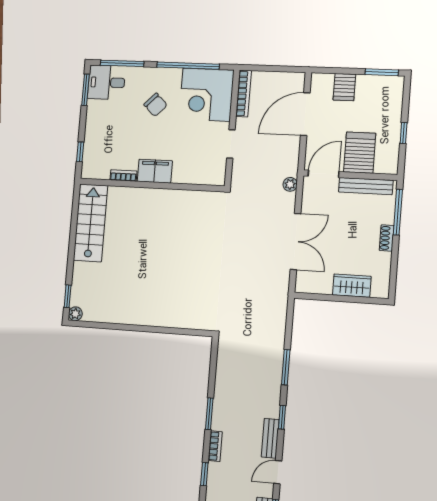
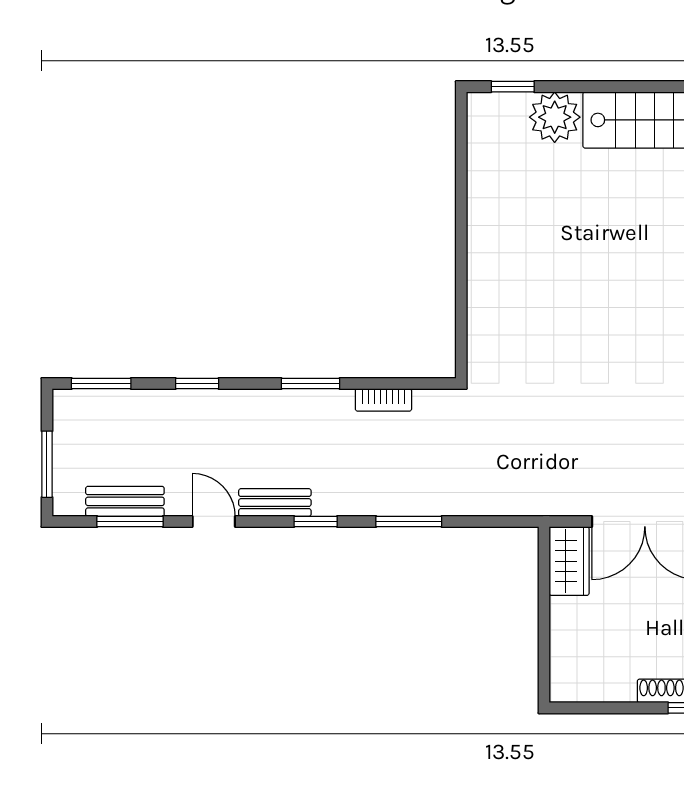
wardrobe: (352, 286) -> (569, 561), moved
plant: (75, 314) -> (555, 117), moved, width x1.87, depth x1.87
bookcase: (215, 446) -> (383, 400), moved

